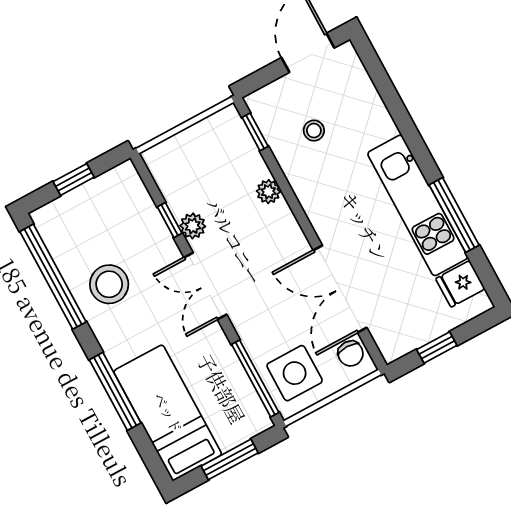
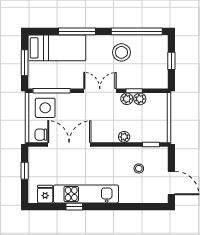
plant: (179, 201) -> (140, 99), added
window: (454, 215) -> (74, 207), width x0.46

